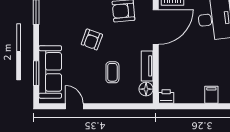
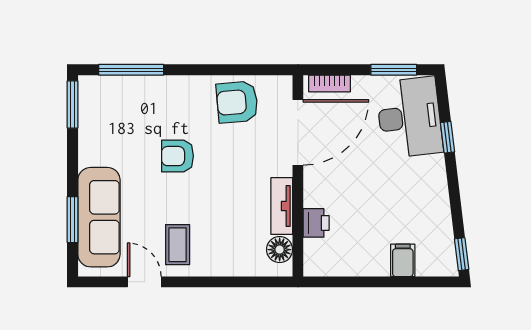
armchair: (92, 39) -> (178, 156), turned 70
coffee table: (112, 72) -> (178, 245), moved
printer: (166, 97) -> (316, 223), moved, turned 90

